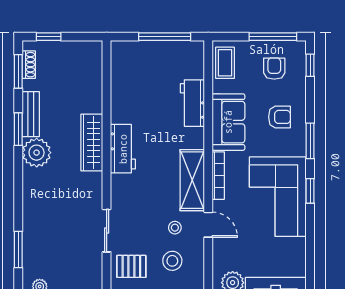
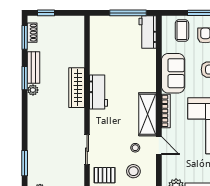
coffee table: (225, 63) -> (182, 30), moved
workbench: (192, 103) -> (148, 32), moved
plant: (37, 153) -> (33, 90), width x0.53, depth x0.53

